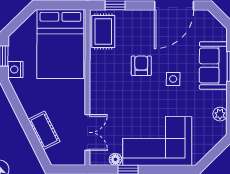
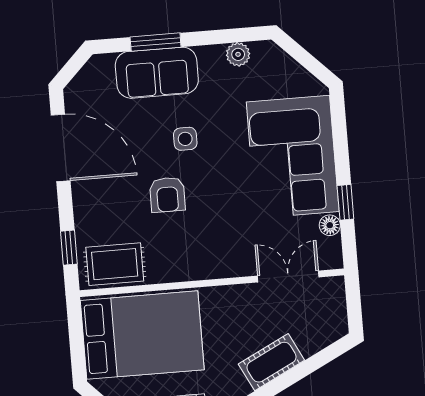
armchair: (141, 66) -> (167, 195), turned -90
cot: (44, 130) -> (271, 362), moved

